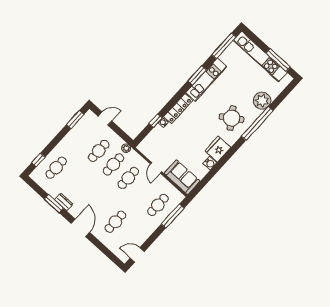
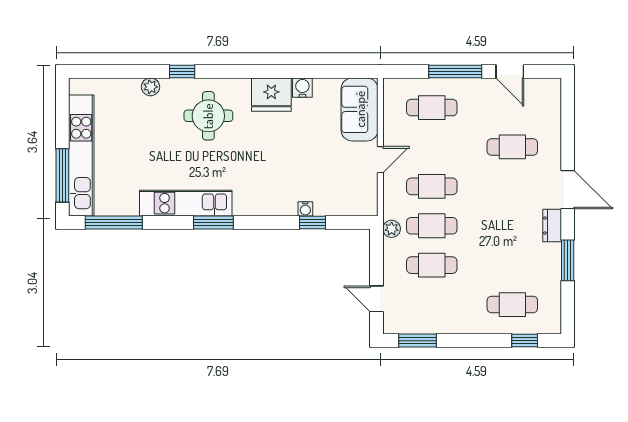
window: (278, 60) -> (62, 175), moved
window: (197, 75) -> (213, 222), moved
plant: (262, 101) -> (150, 87), width x0.53, depth x0.53
locker: (178, 109) -> (265, 206), removed
round table: (232, 118) -> (208, 116), turned 34
window: (257, 123) -> (182, 72), width x0.32
dresser: (64, 202) -> (552, 226), moved
window: (173, 216) -> (455, 72), moved
door: (80, 228) -> (568, 190), swing flipped
door: (137, 255) -> (510, 72), moved

